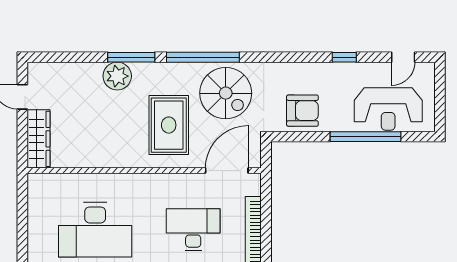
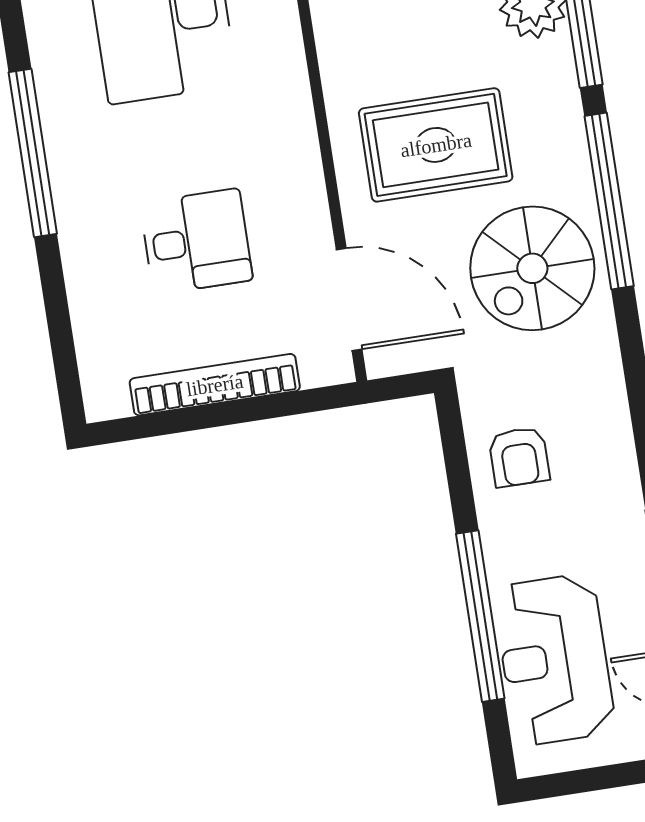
armchair: (302, 111) -> (519, 457), width x0.72, depth x0.72
desk: (193, 230) -> (196, 241), width x0.73

